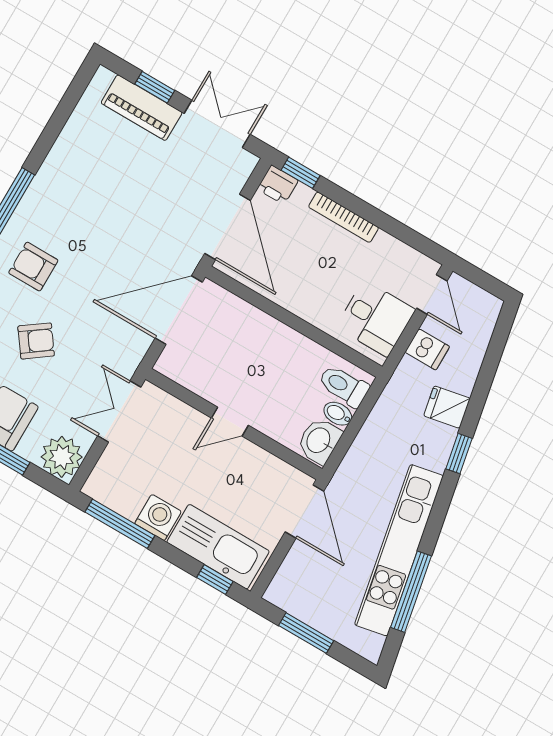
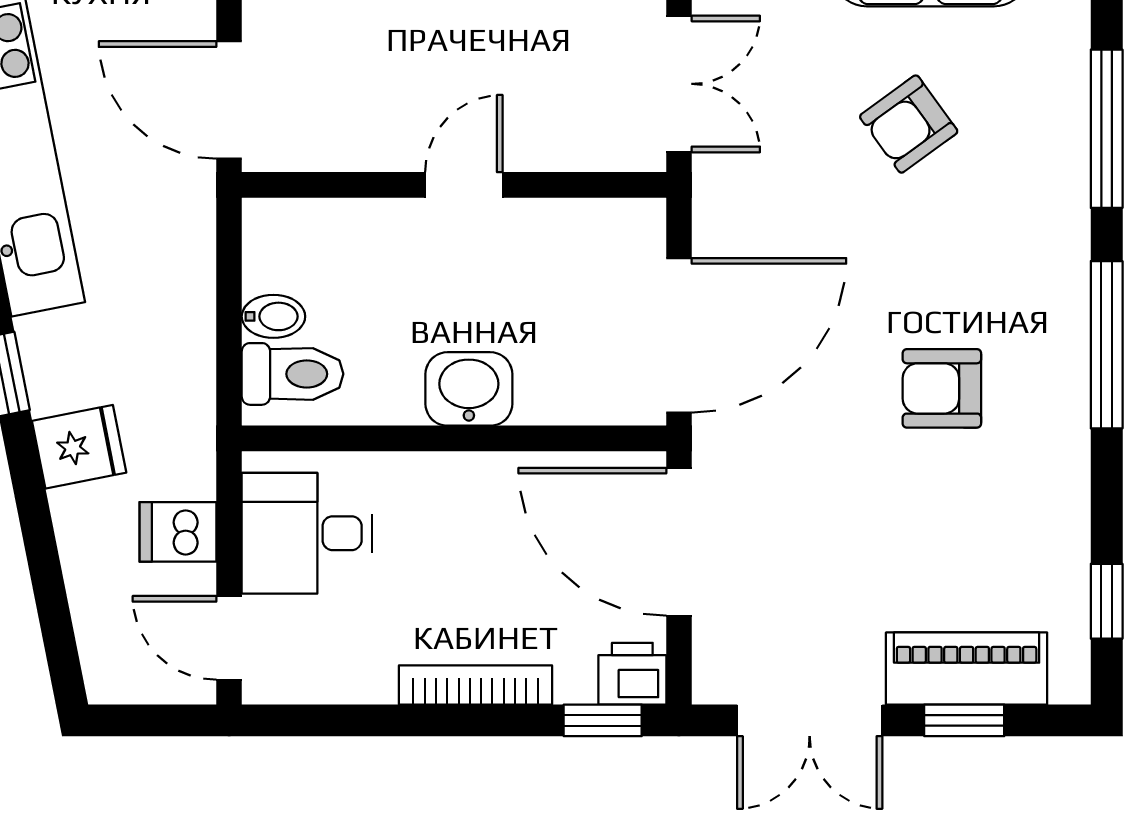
window: (69, 102) -> (1107, 601), added
armchair: (33, 267) -> (942, 388), moved, turned 180
washbasin: (319, 441) -> (469, 389), moved, turned -90

